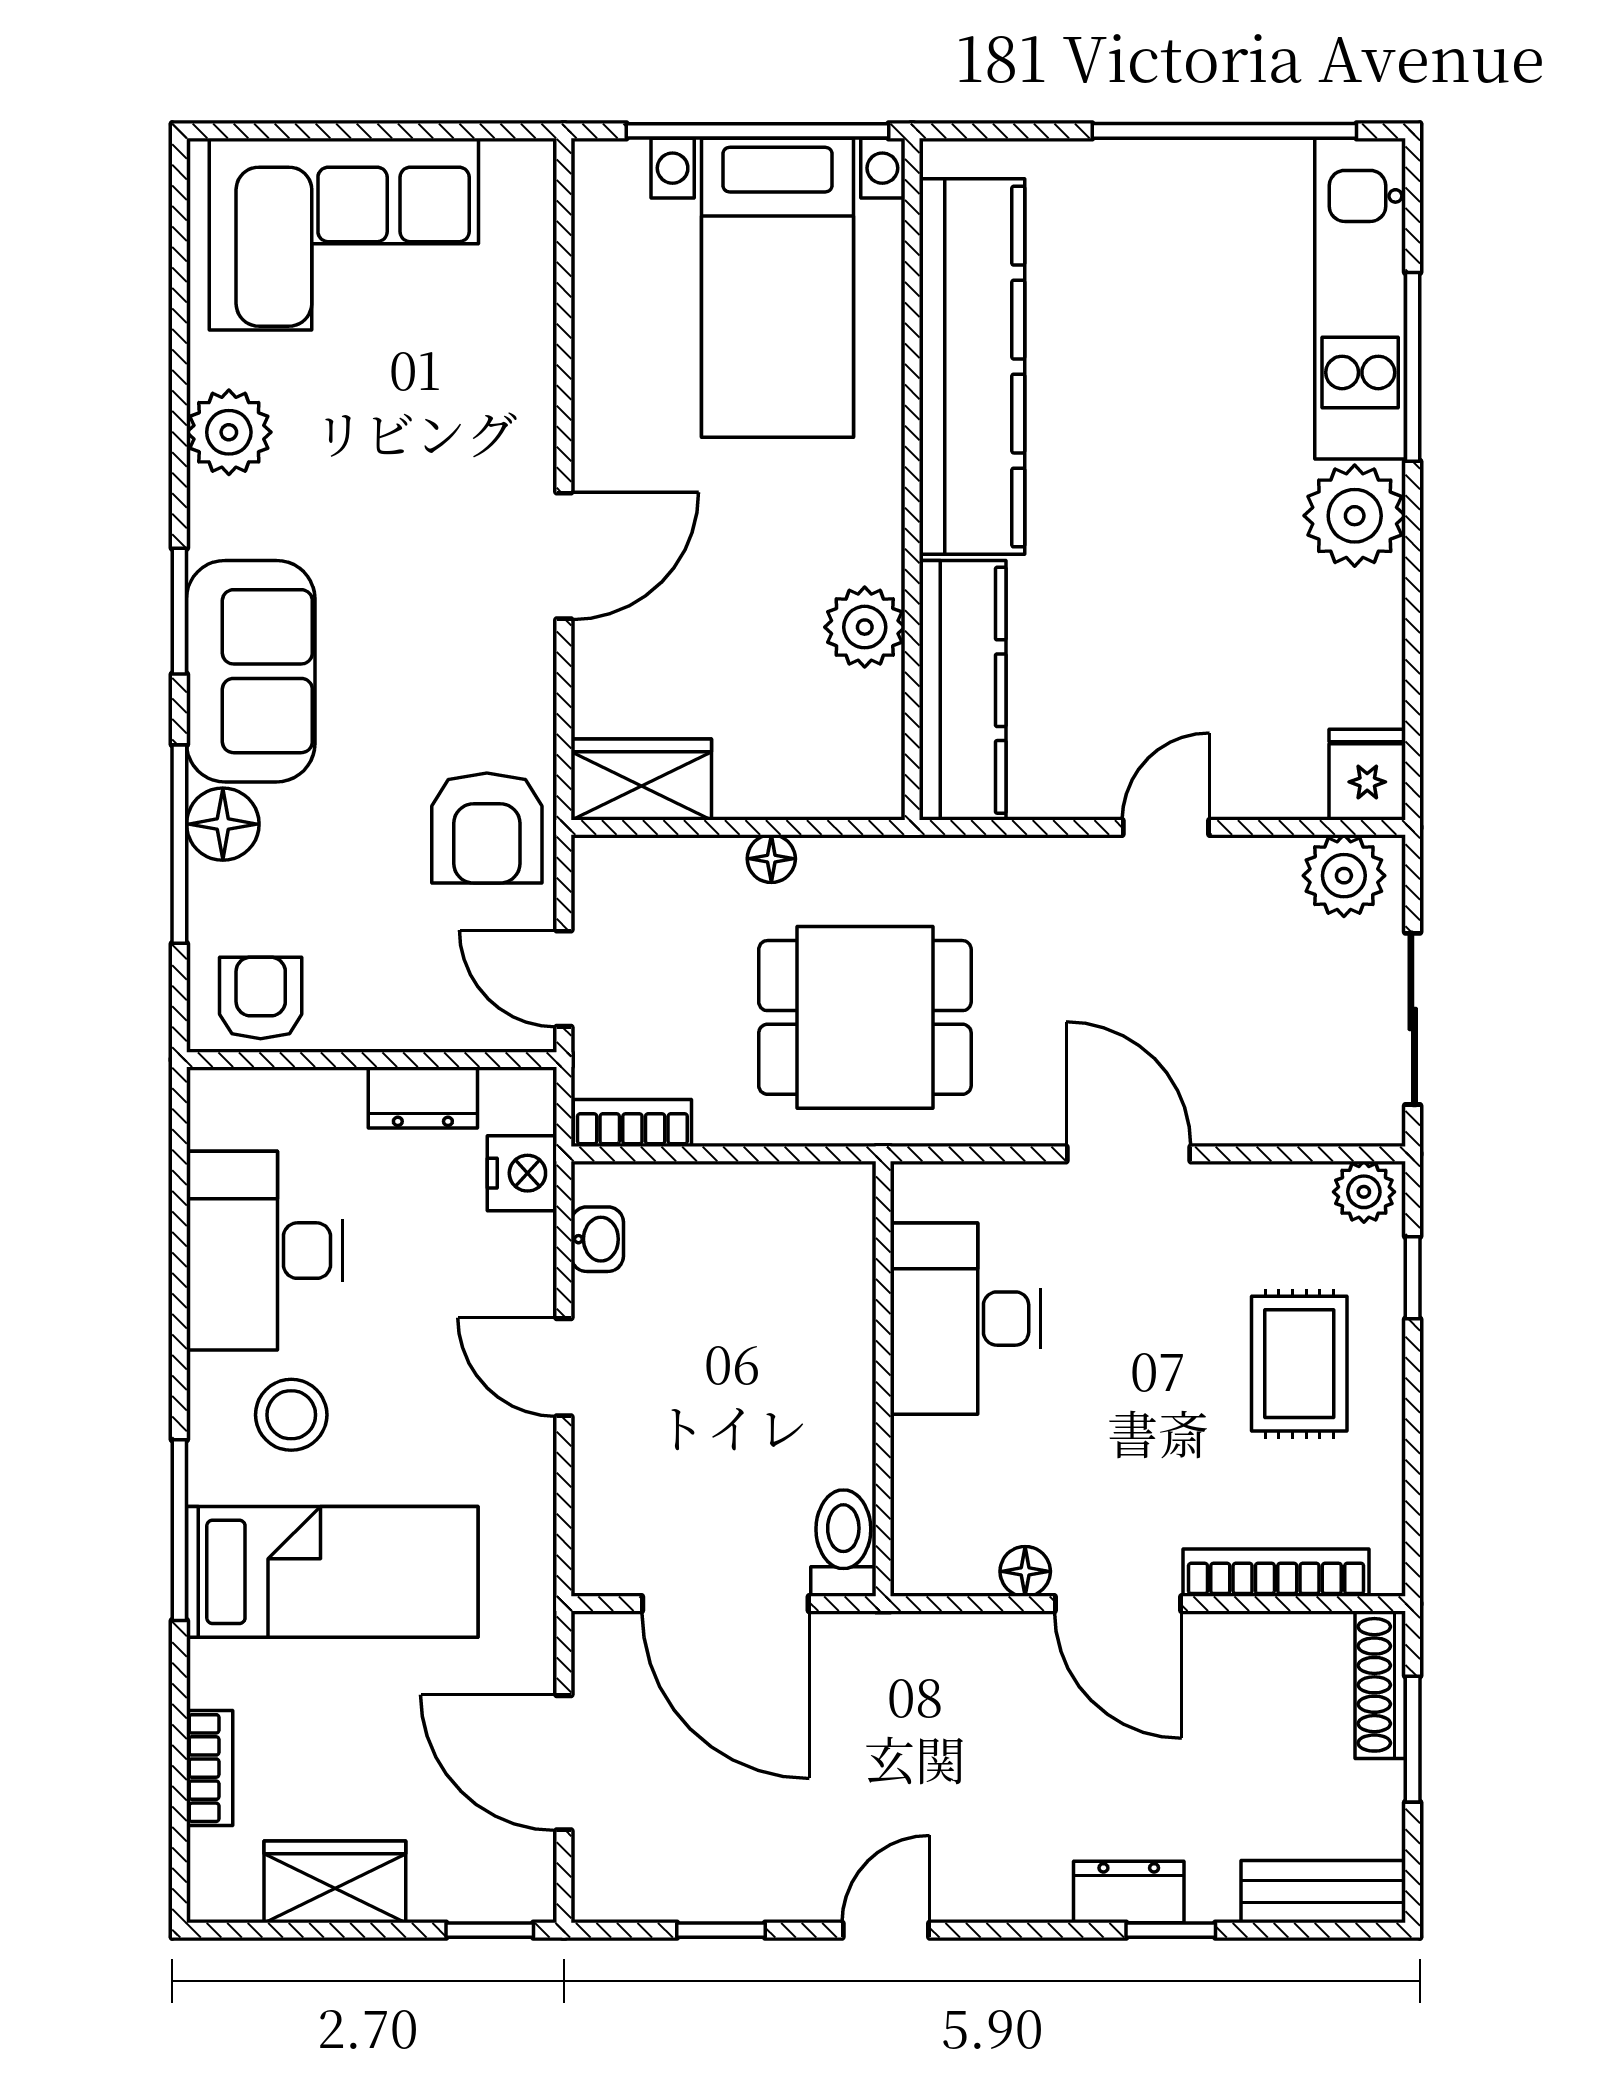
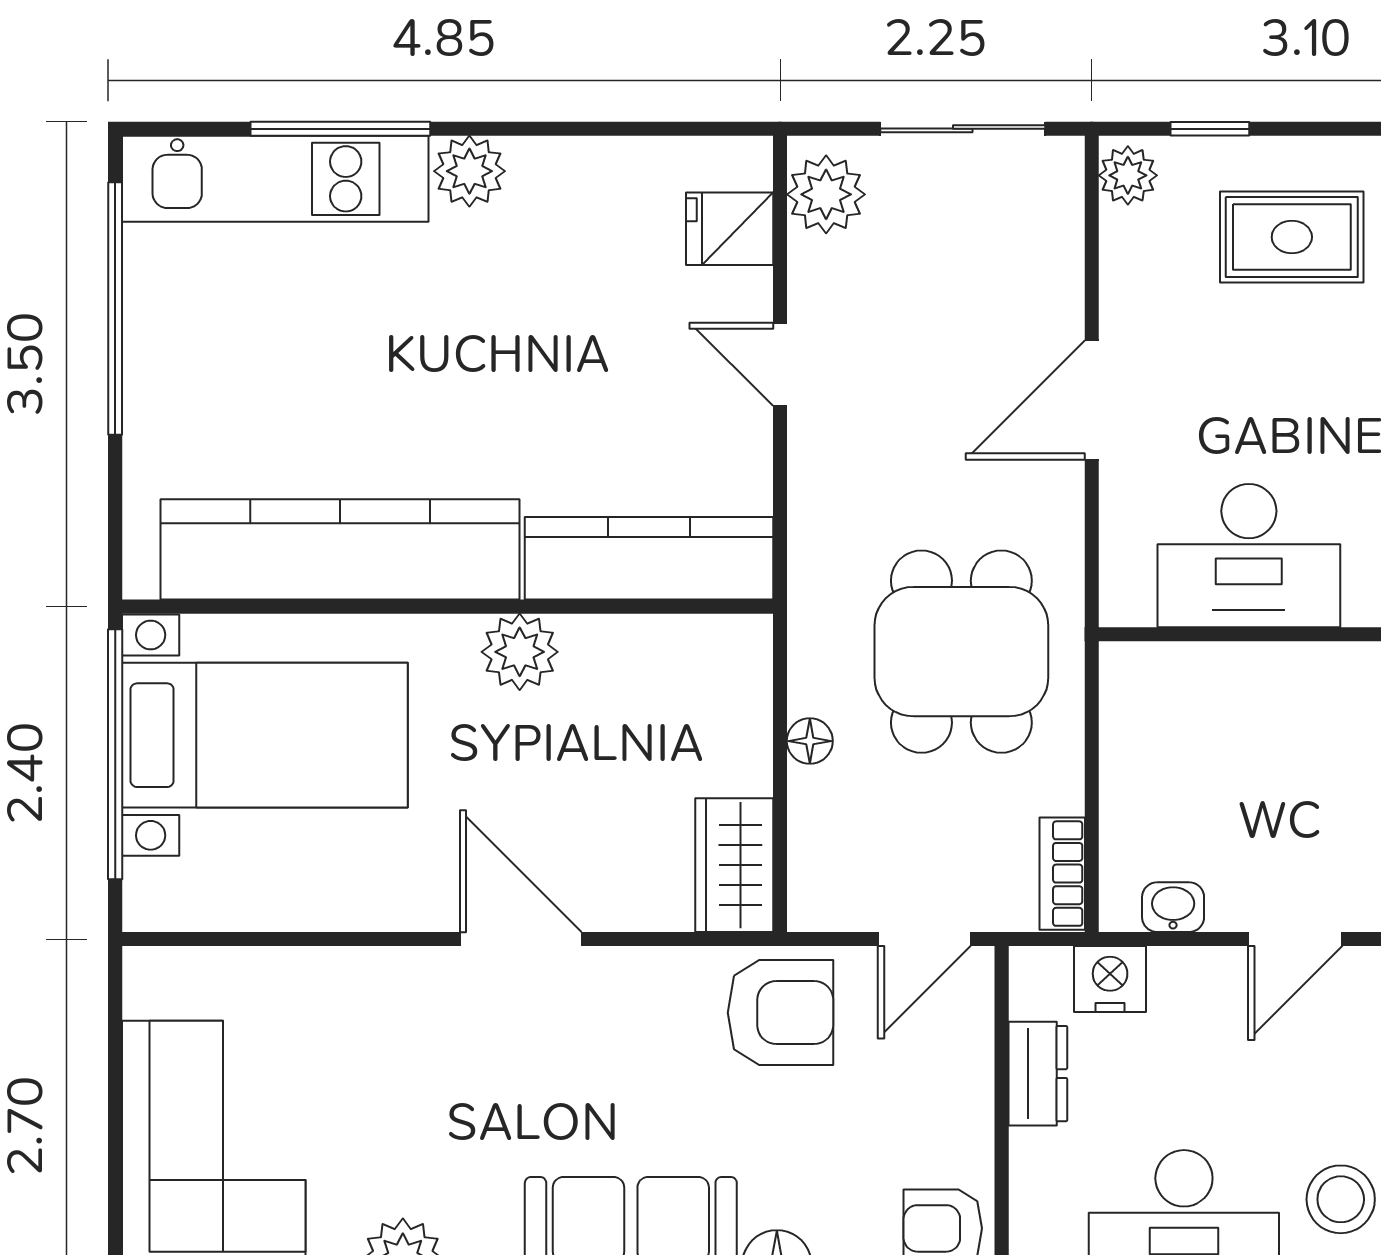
plant: (1355, 516) -> (469, 171), width x0.73, depth x0.73
plant: (865, 627) -> (520, 652), moved
fridge: (1367, 775) -> (730, 229), moved

